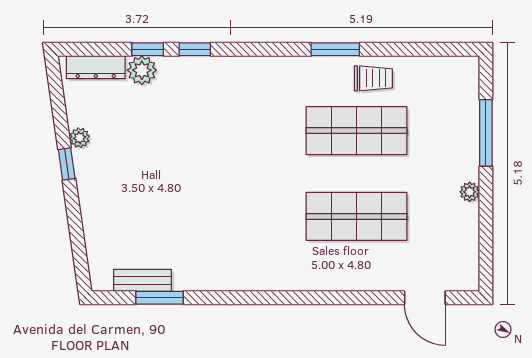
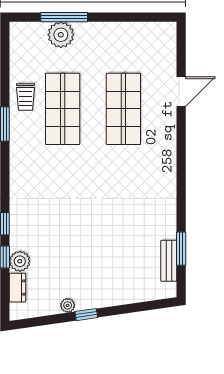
dresser: (96, 67) -> (17, 288), width x0.70
trolley: (373, 78) -> (26, 97), turned 180
plant: (470, 192) -> (61, 35), moved, width x1.88, depth x1.88
door: (425, 298) -> (181, 92), moved

